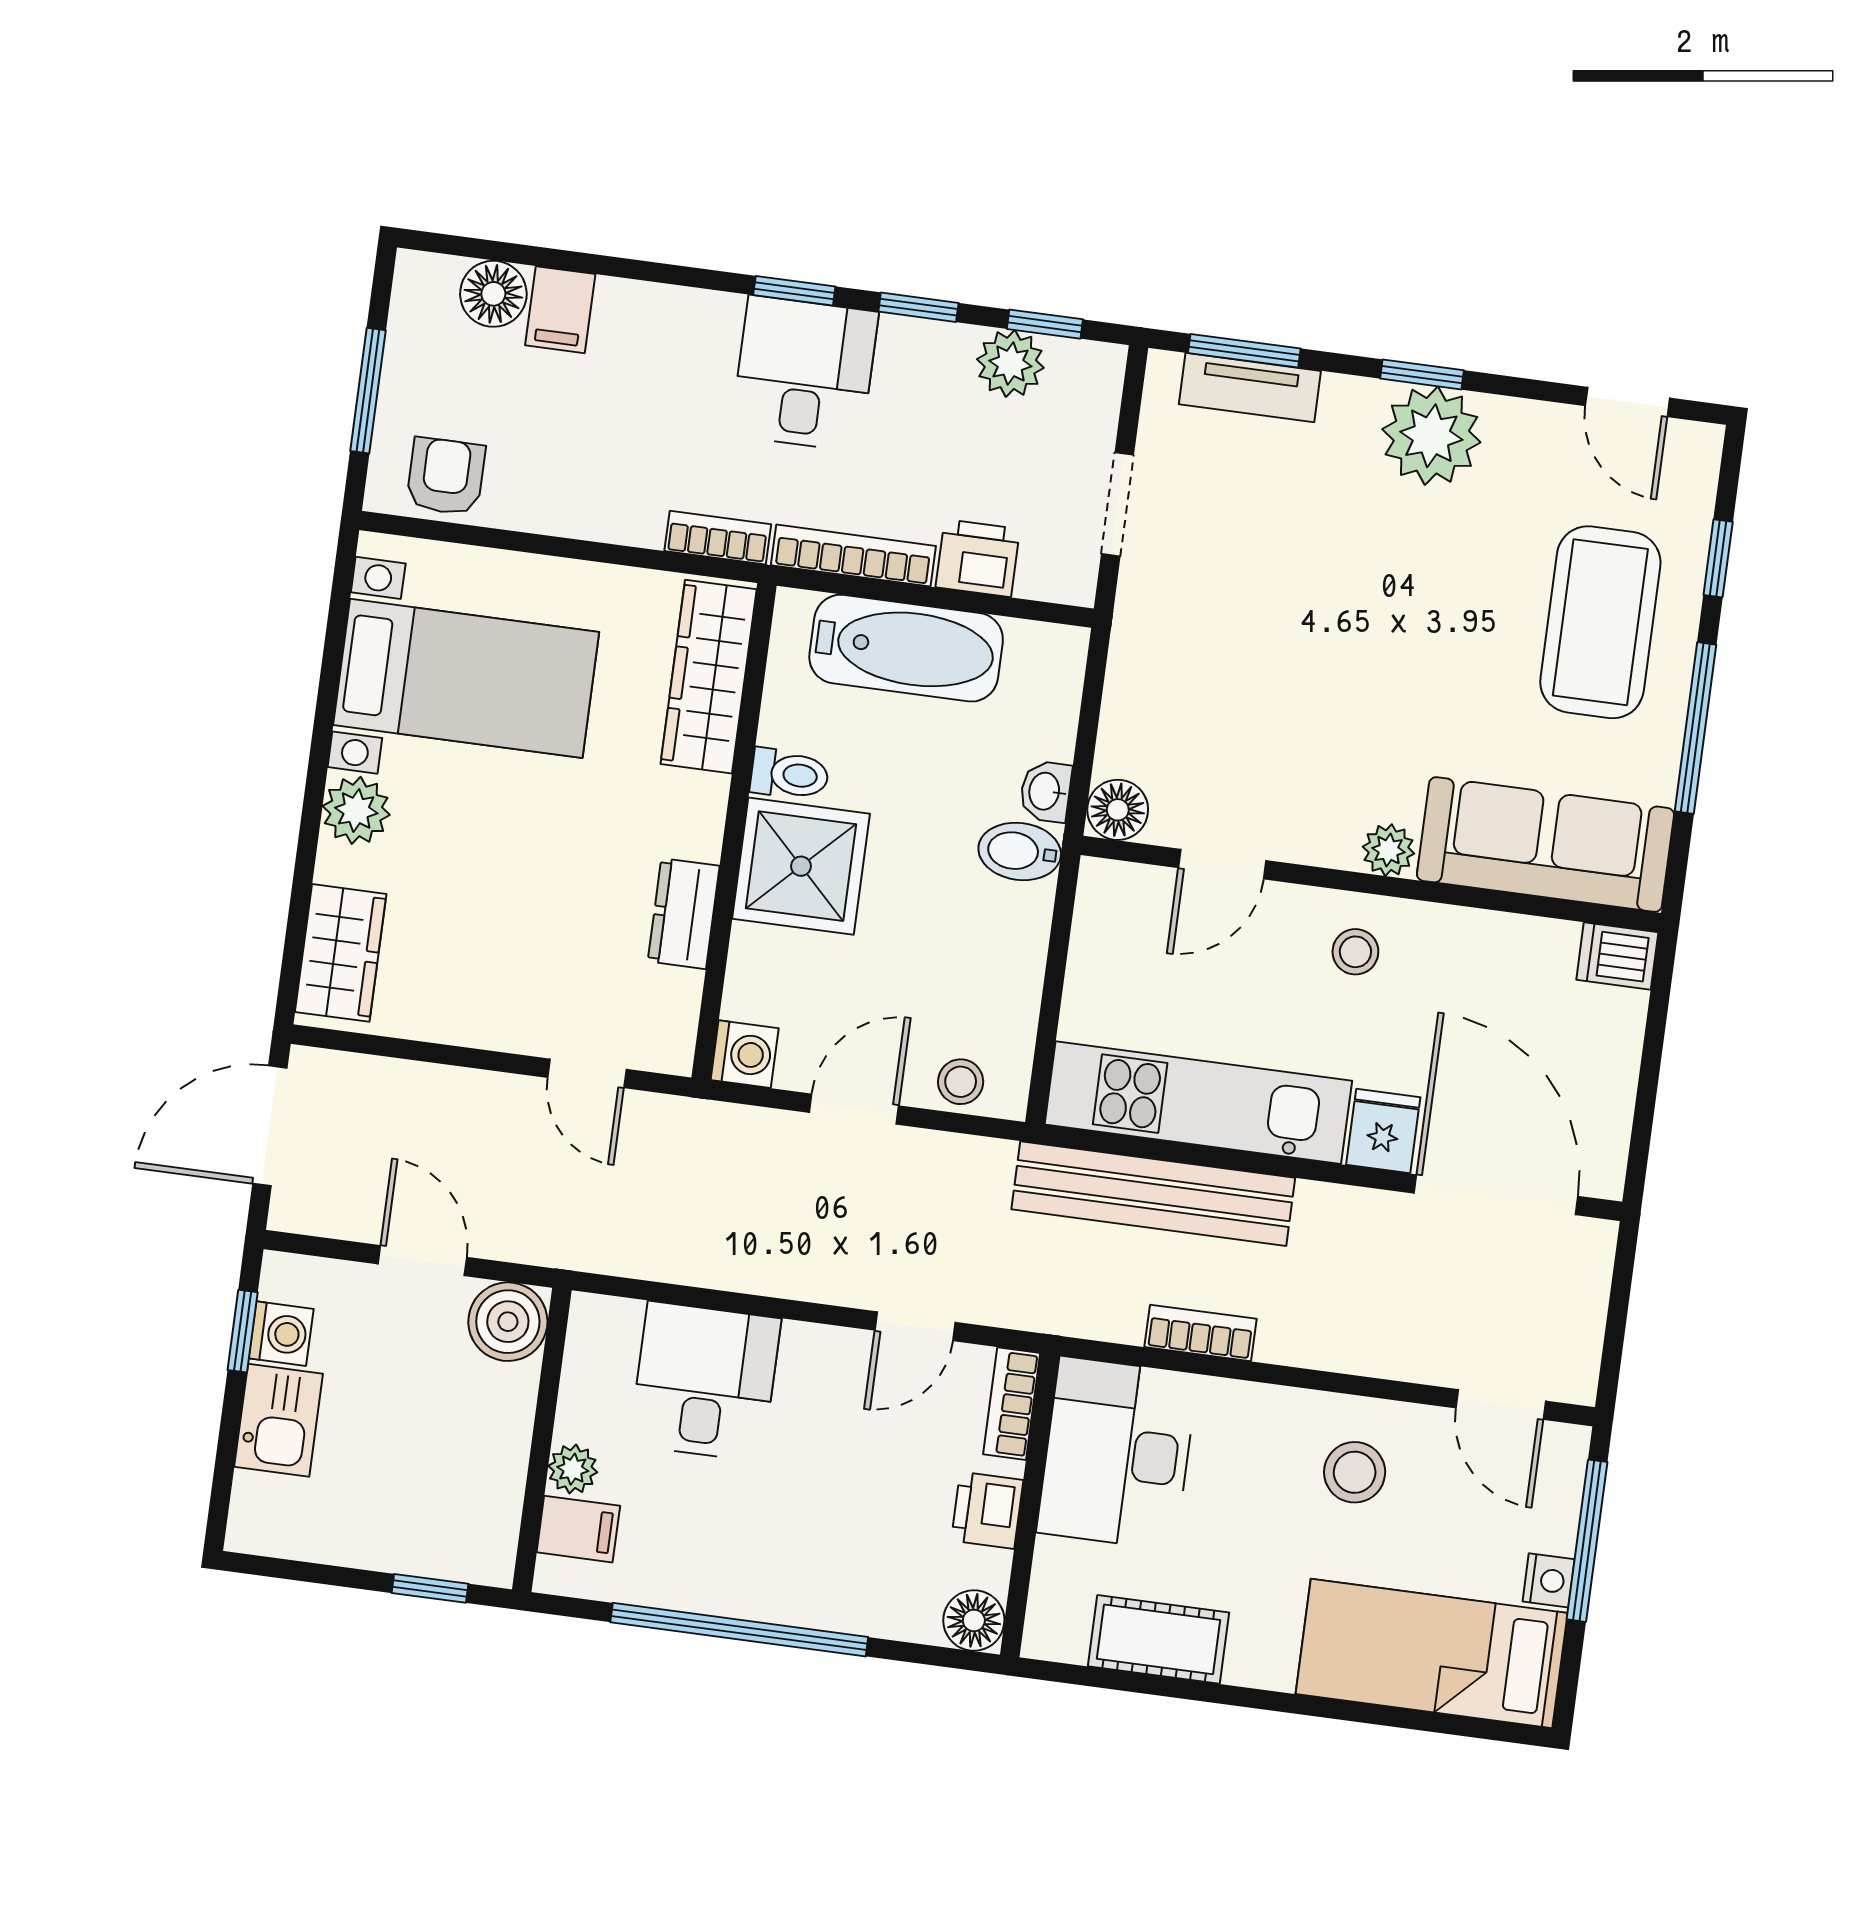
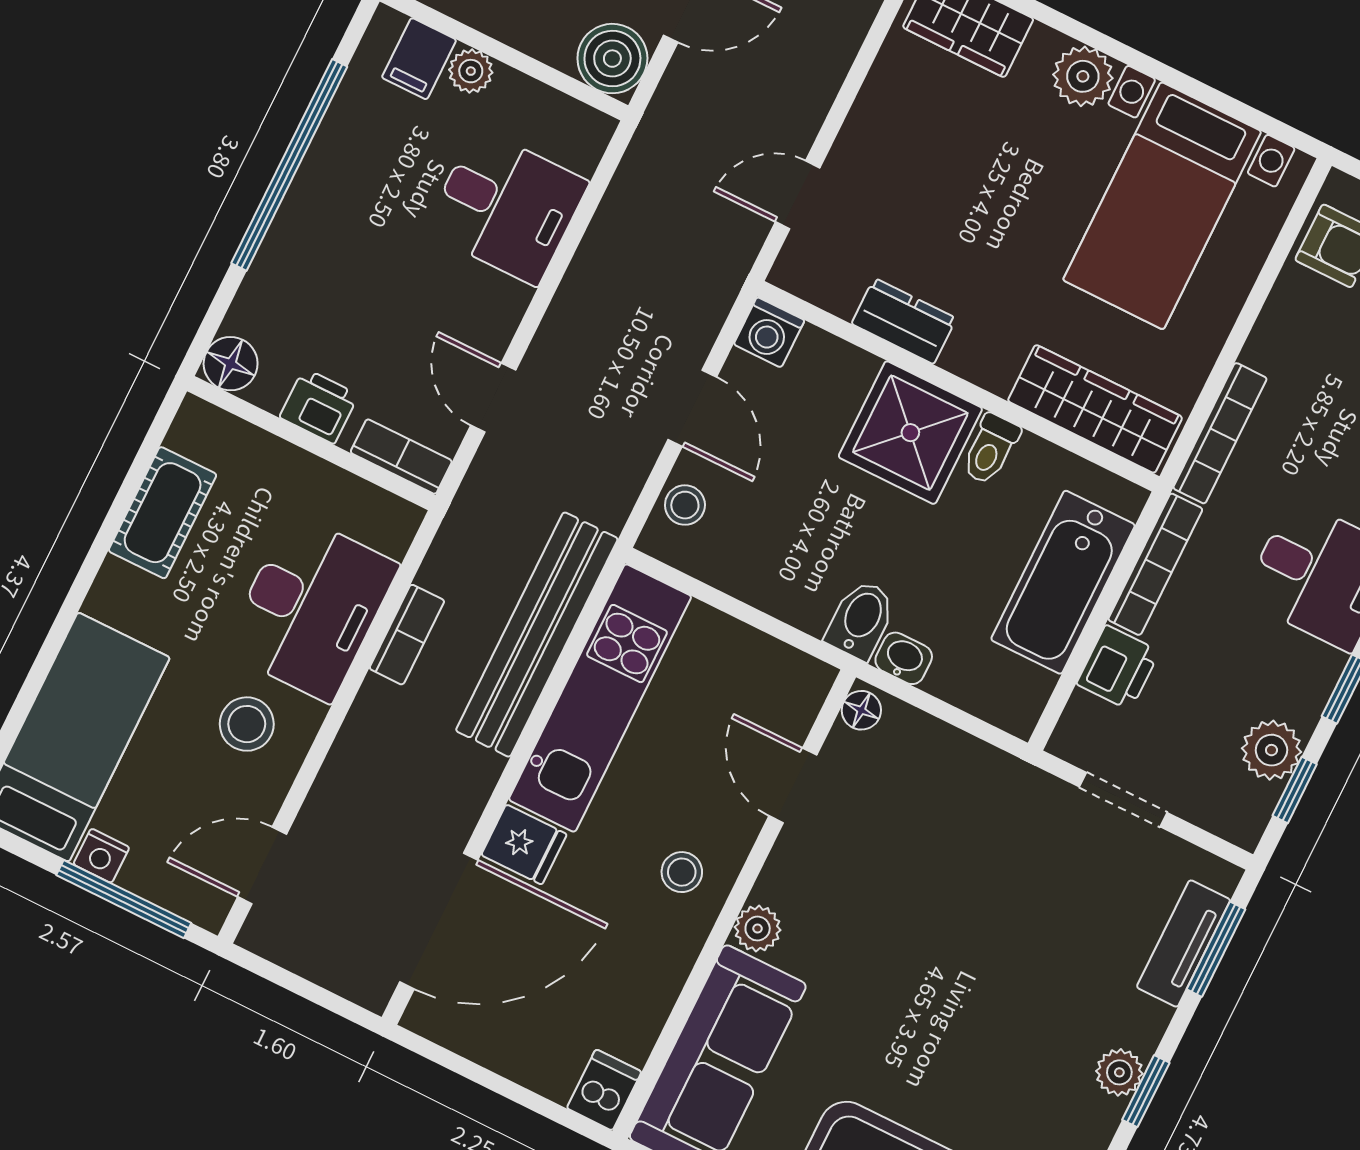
plant: (1431, 436) -> (1119, 1072), width x0.53, depth x0.53
bookcase: (718, 538) -> (1220, 433), width x1.56
floor lamp: (1118, 810) -> (861, 710), width x0.73, depth x0.73
desk: (1117, 1453) -> (311, 608), moved, turned 90

